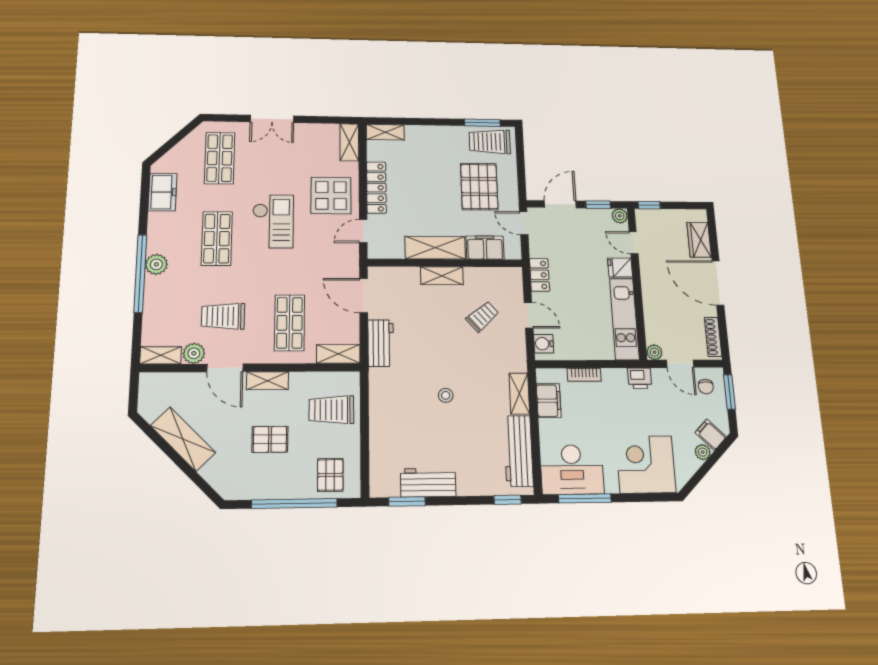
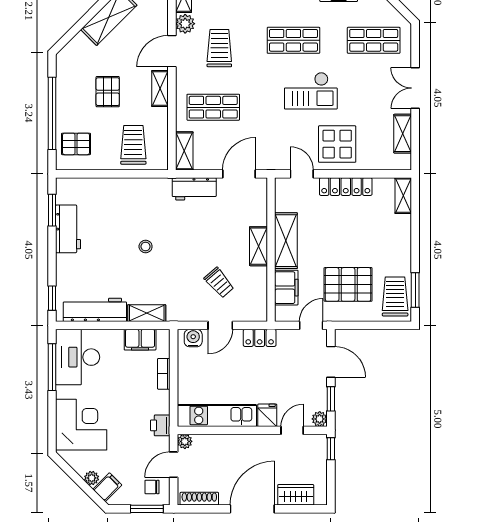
shelving: (349, 142) -> (403, 134), moved, turned 90

